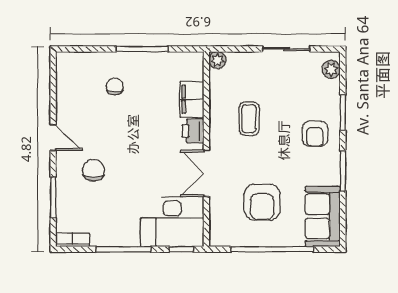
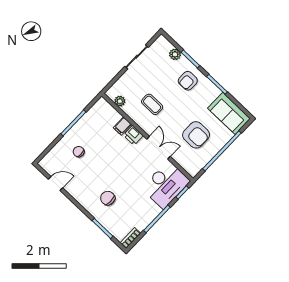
plant: (217, 60) -> (120, 101), moved
plant: (331, 69) -> (175, 54), moved
filing cabinet: (192, 99) -> (122, 126), width x0.50
armchair: (315, 134) -> (188, 81), turned 90
door: (53, 138) -> (55, 184), moved
double door: (206, 173) -> (159, 148), swing flipped

